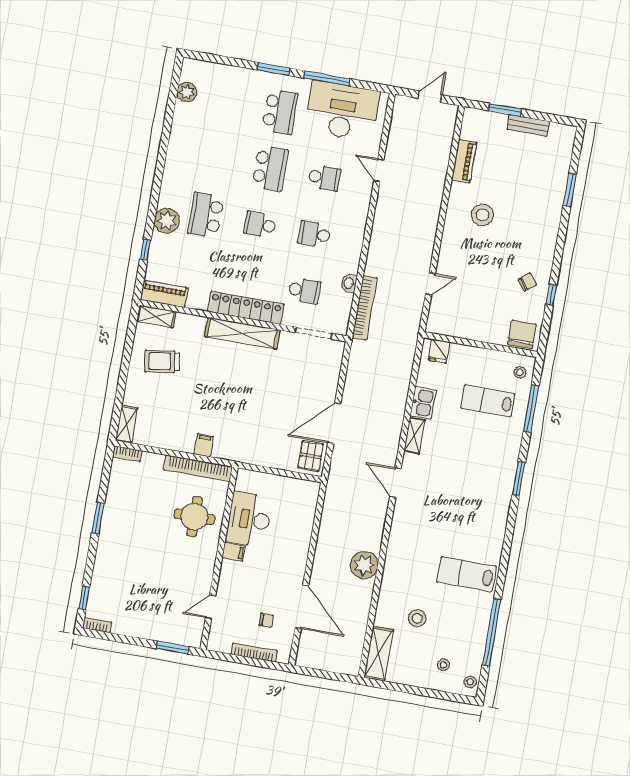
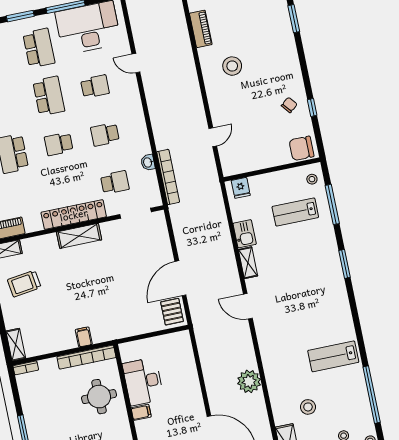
shelving: (242, 333) -> (79, 236), width x0.68
chair: (522, 334) -> (301, 148), turned -90

